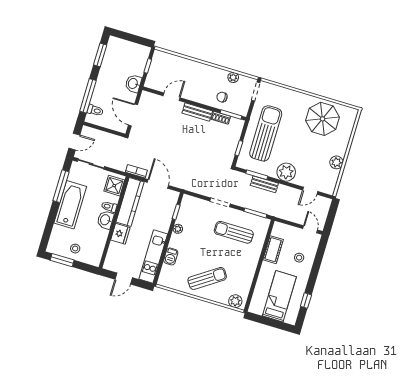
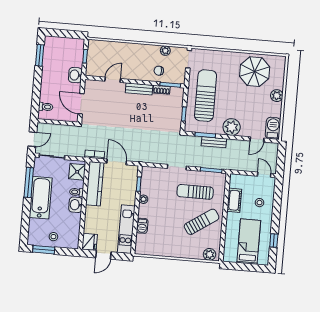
window: (88, 96) -> (36, 95), removed
plant: (336, 162) -> (277, 96), moved
barbecue: (329, 182) -> (273, 128), added
fridge: (120, 234) -> (90, 242), moved
sun lounger: (207, 278) -> (202, 222), moved

